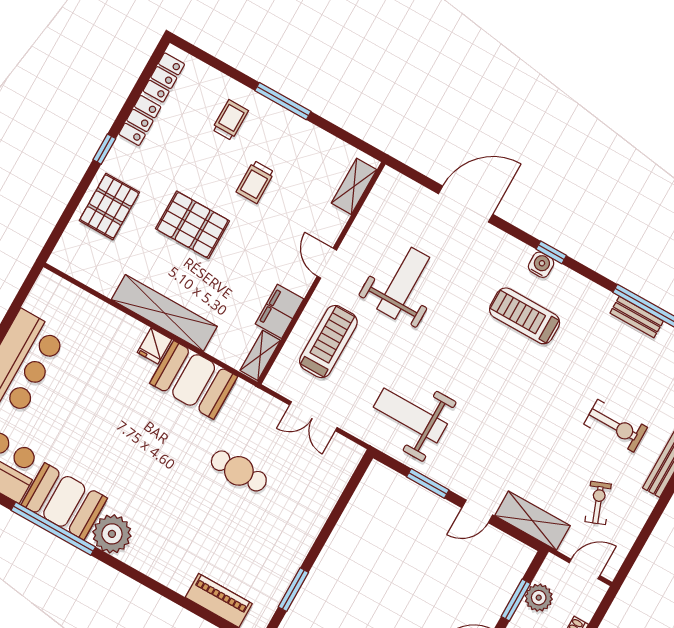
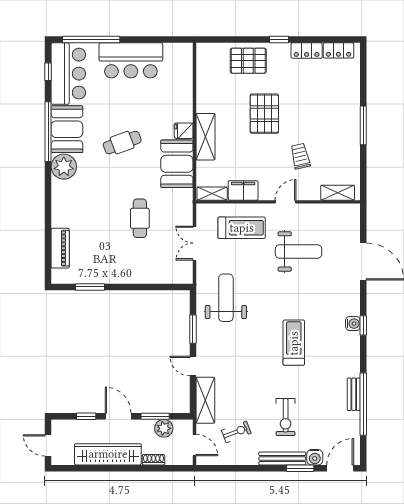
trolley: (230, 120) -> (336, 102), removed
trolley: (255, 182) -> (300, 156), moved, turned 77
shelving: (164, 313) -> (206, 137), width x0.68
treadmill: (525, 316) -> (294, 343), moved
cafe table: (124, 437) -> (122, 143), added

